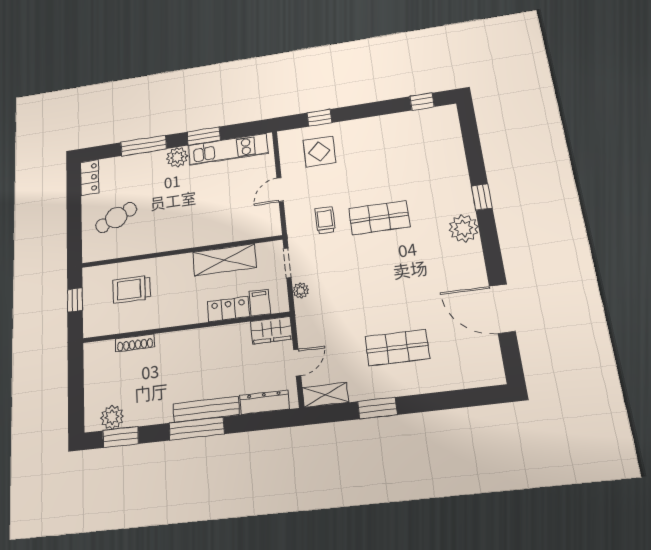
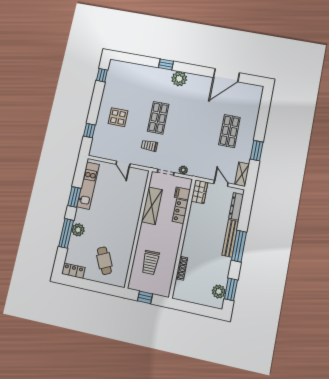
display table: (319, 152) -> (118, 117), moved
plant: (177, 157) -> (78, 230), moved

